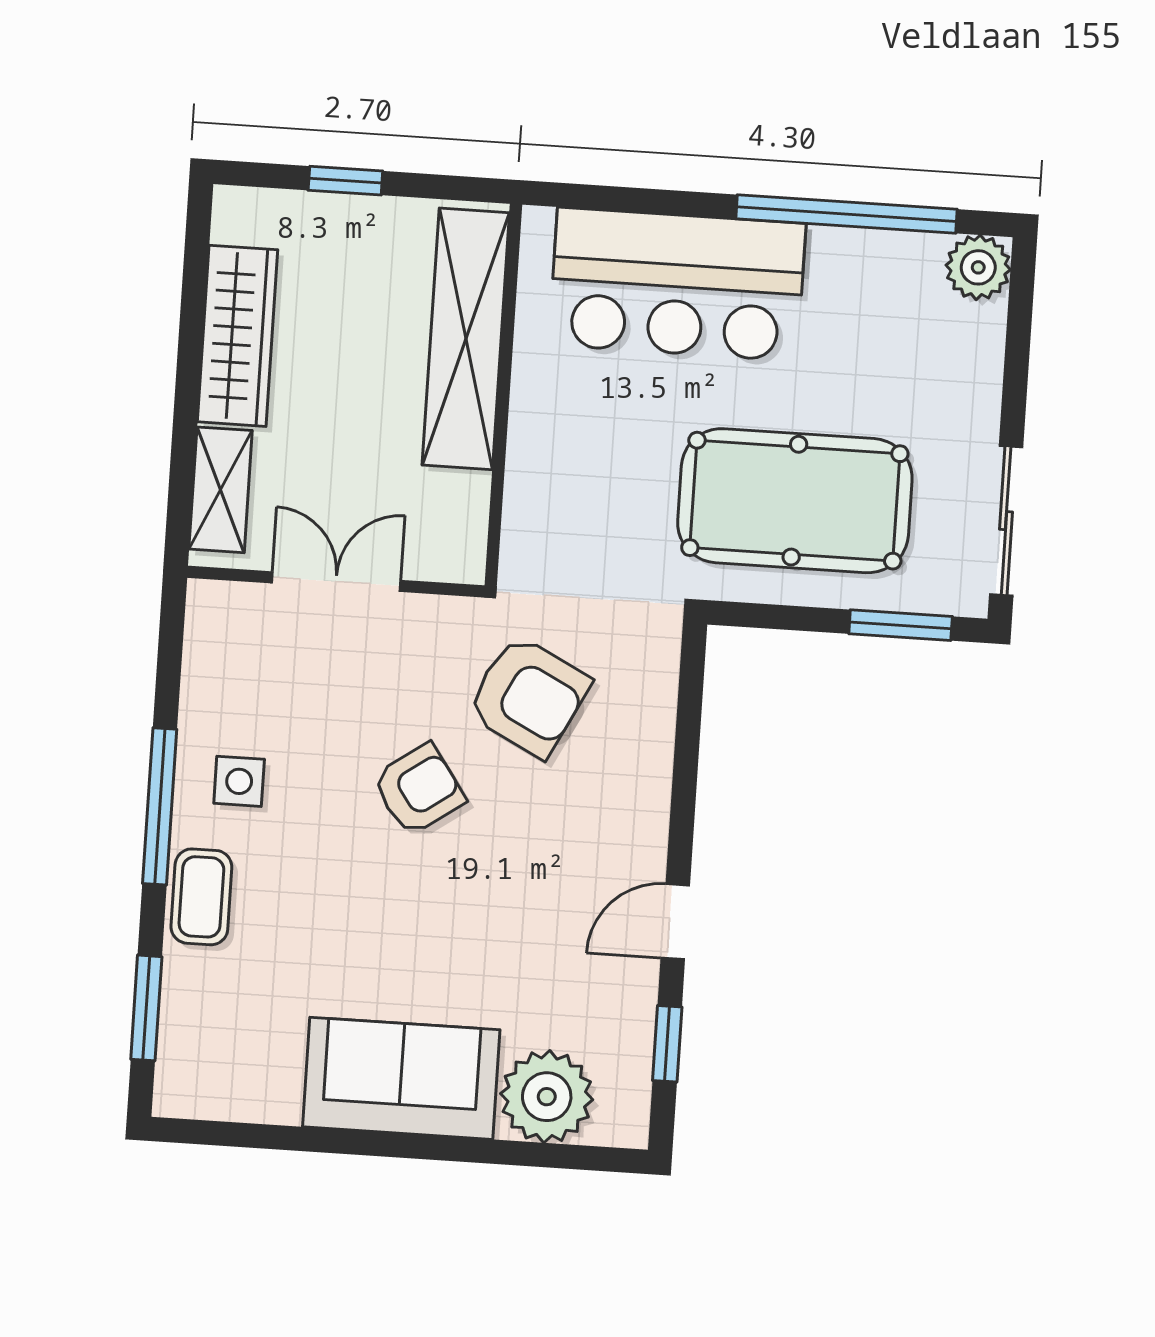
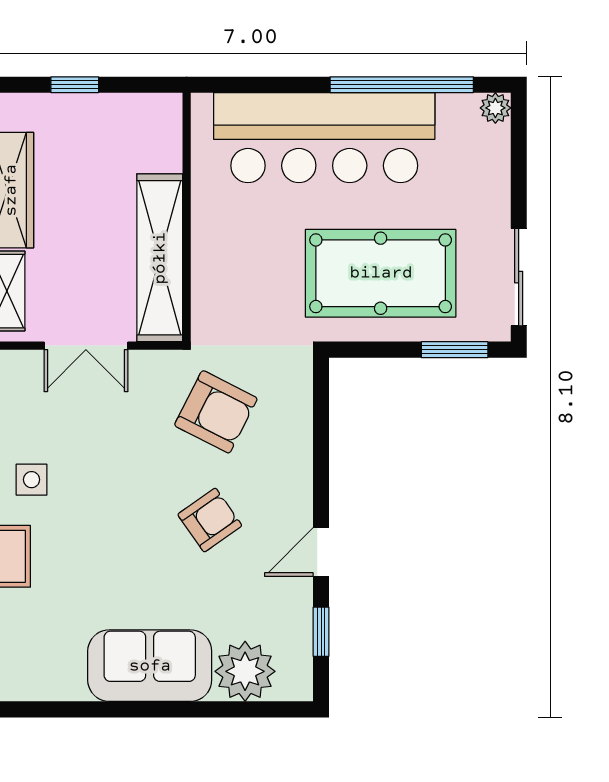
plant: (978, 267) -> (495, 108), width x0.73, depth x0.73
bar counter: (677, 284) -> (324, 138), width x1.36
shelving: (466, 339) -> (160, 258), moved
double door: (336, 582) -> (86, 346), swing flipped
armchair: (419, 789) -> (210, 520), moved

